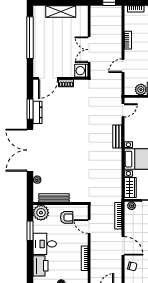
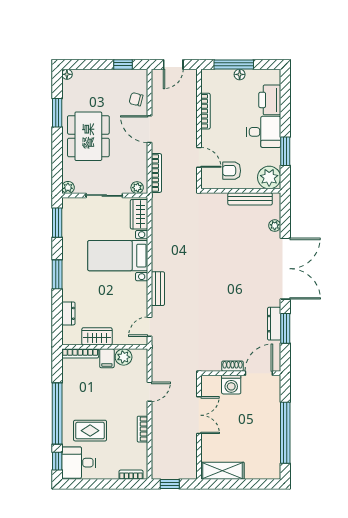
shelving: (61, 11) -> (222, 471), moved
washing machine: (81, 71) -> (231, 385), moved, turned 90

